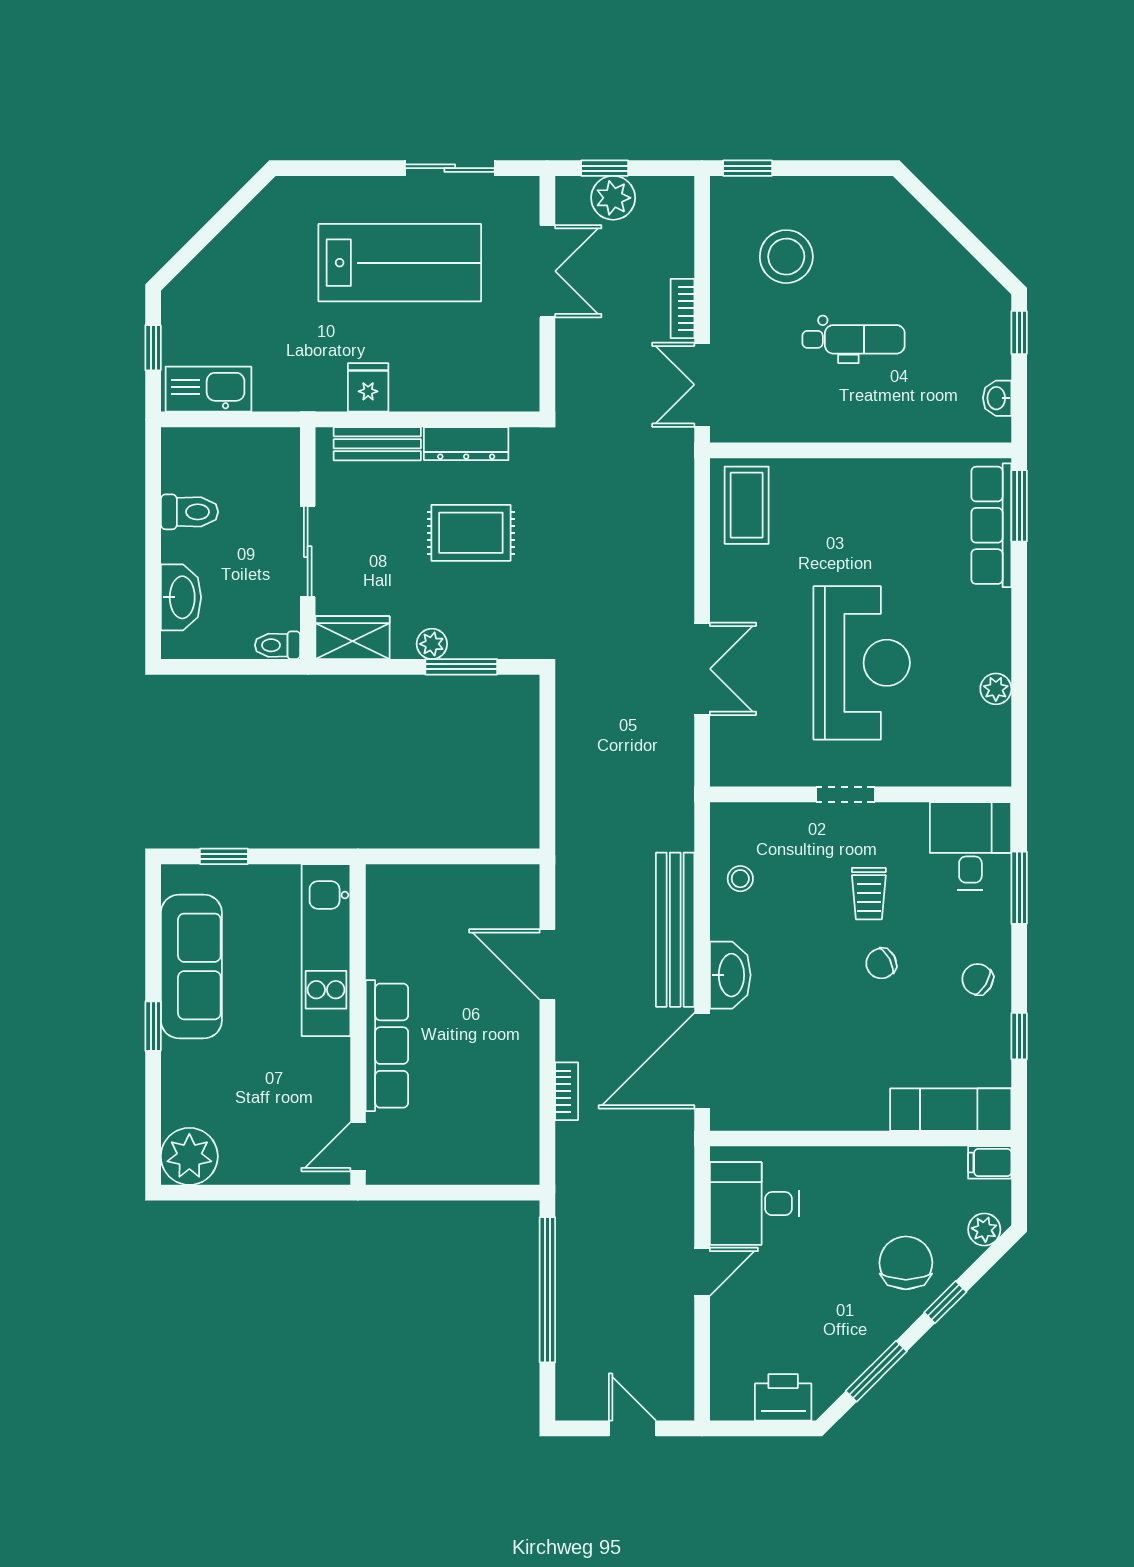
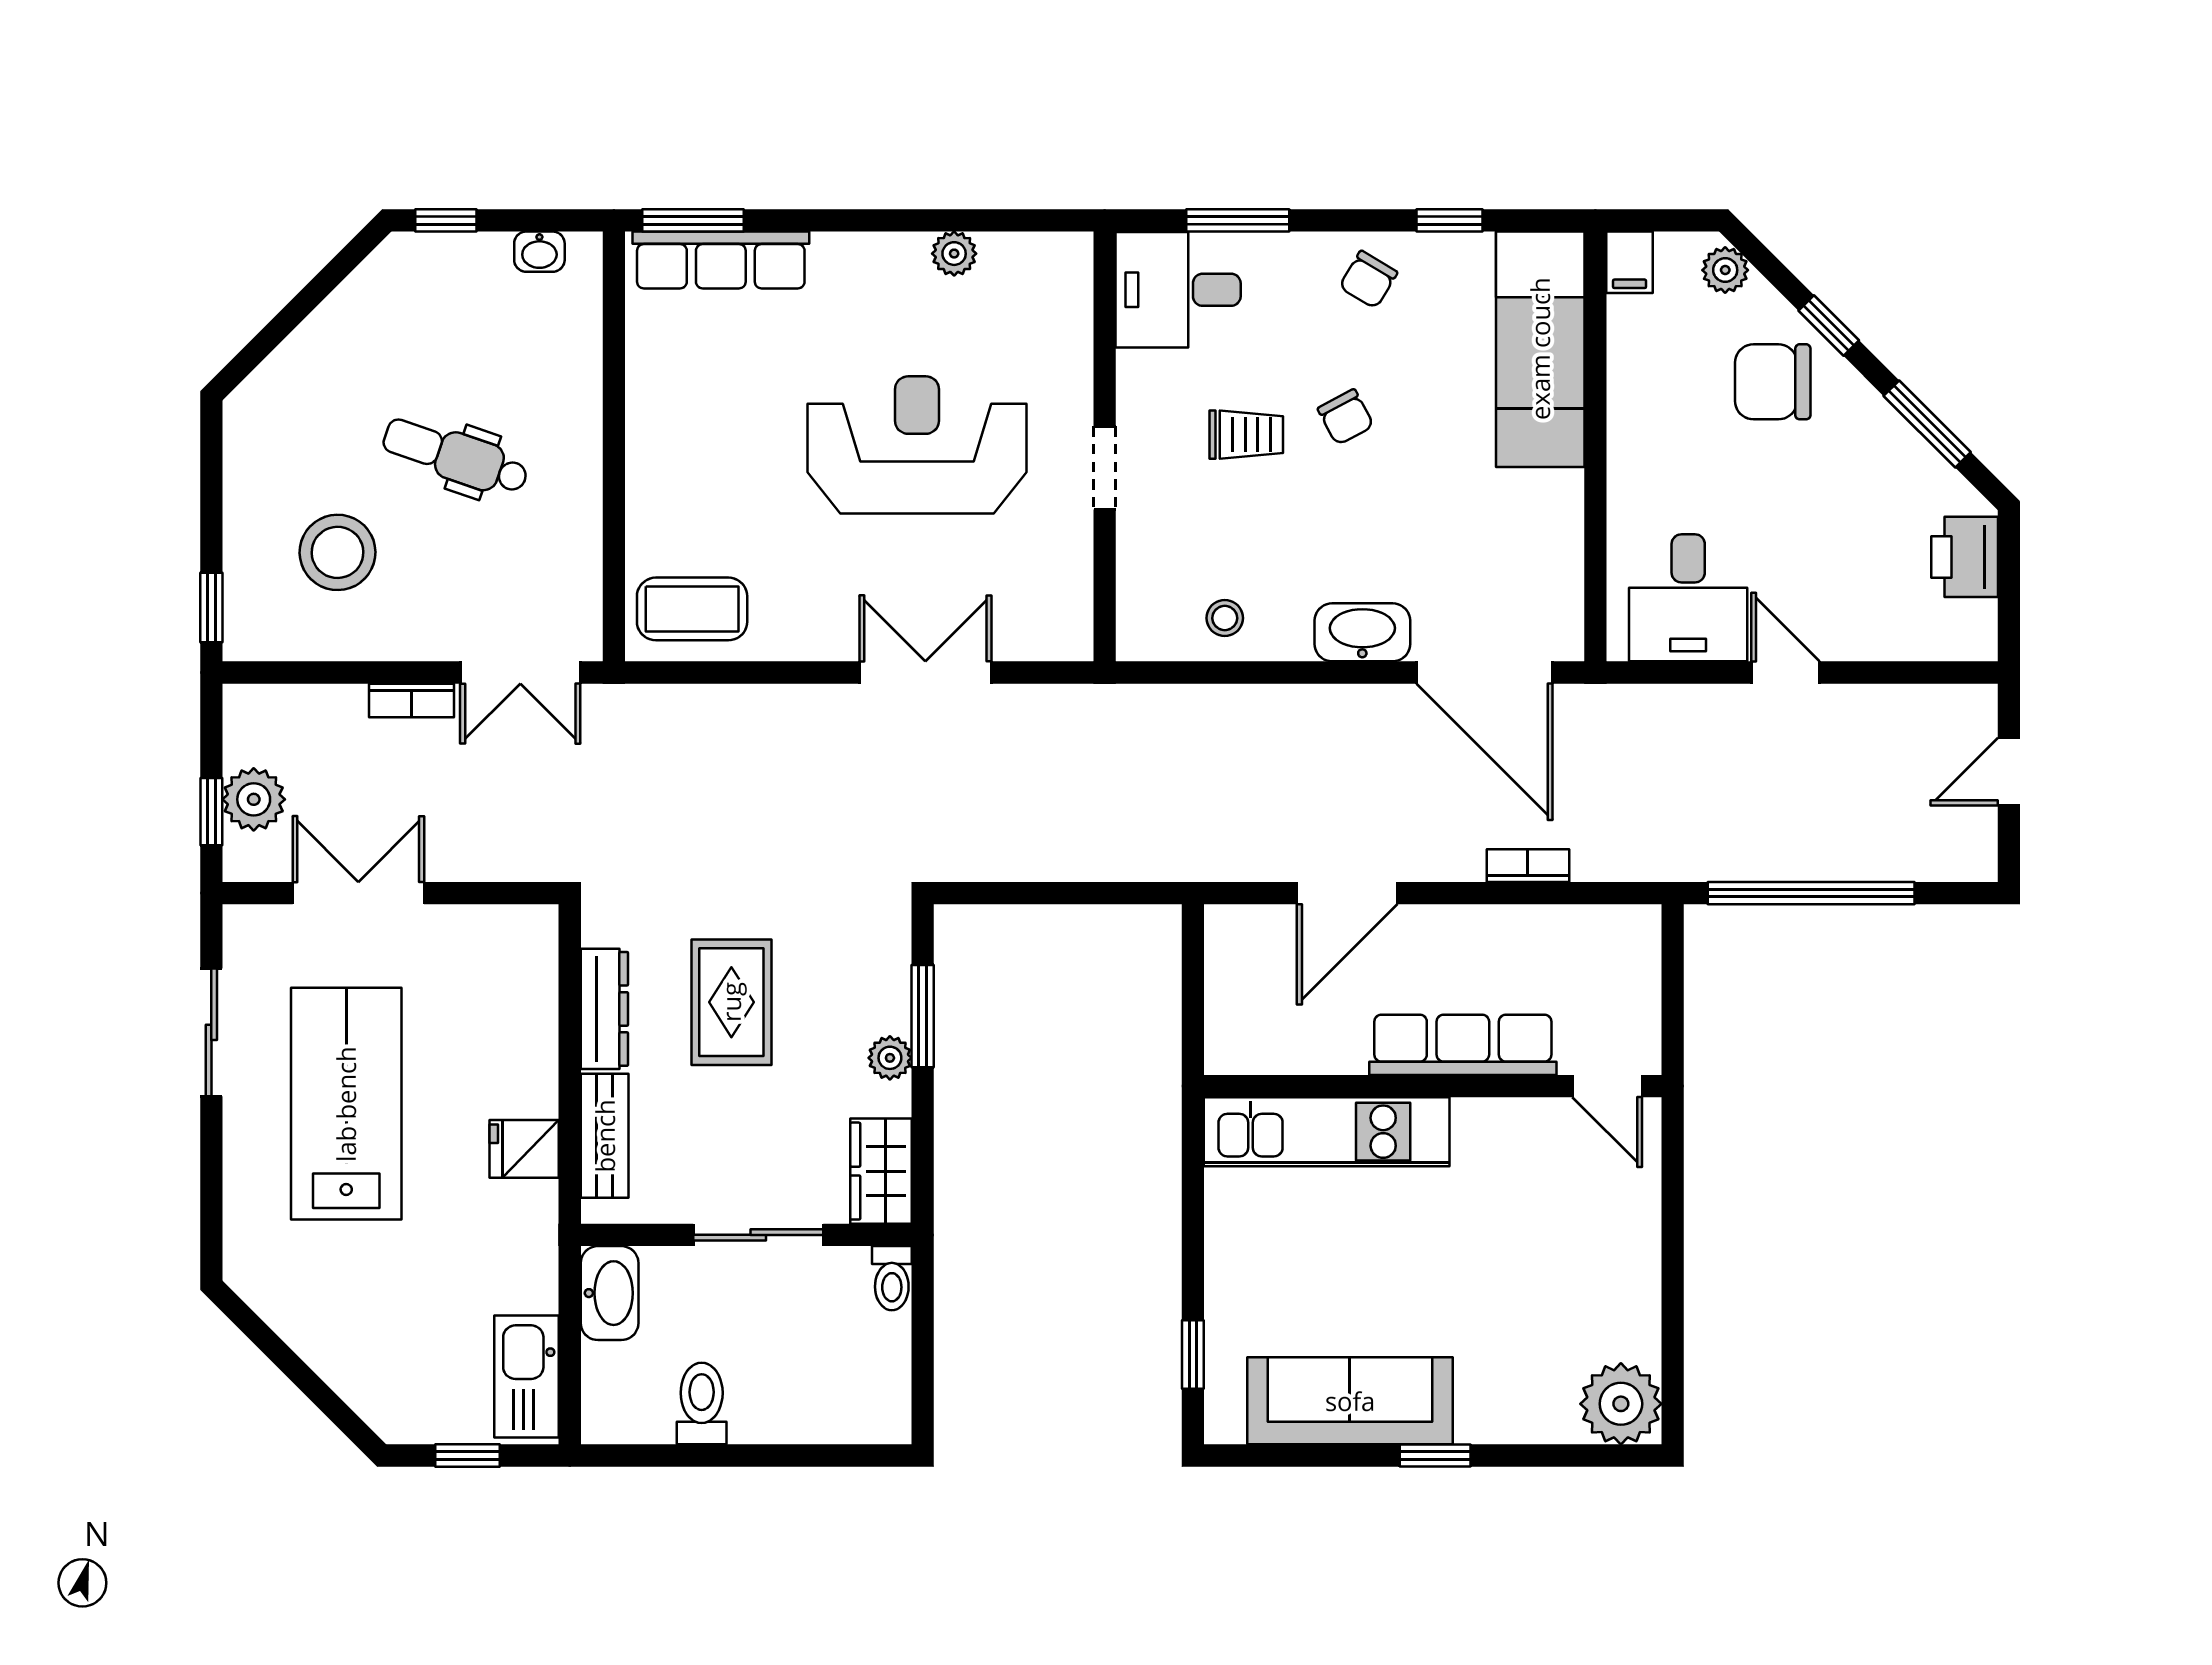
dental chair: (854, 339) -> (456, 456), turned -71
washbasin: (181, 597) -> (610, 1293), moved, turned 90
bench: (675, 930) -> (1298, 711), removed
kitchen unit: (326, 950) -> (1327, 1132), moved
wall: (358, 1024) -> (1433, 1086), moved
row of seats: (387, 1046) -> (1463, 1045), moved
exam couch: (951, 1110) -> (1540, 349), width x1.36, depth x1.45
door: (358, 1147) -> (1607, 1086), moved

